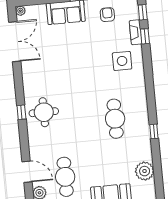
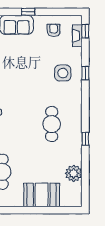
fireplace: (136, 32) -> (77, 36), moved
window: (145, 36) -> (85, 73), moved

